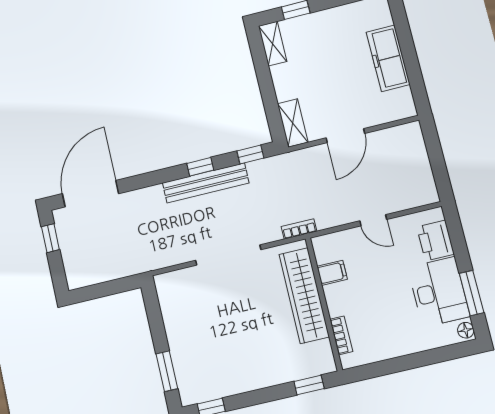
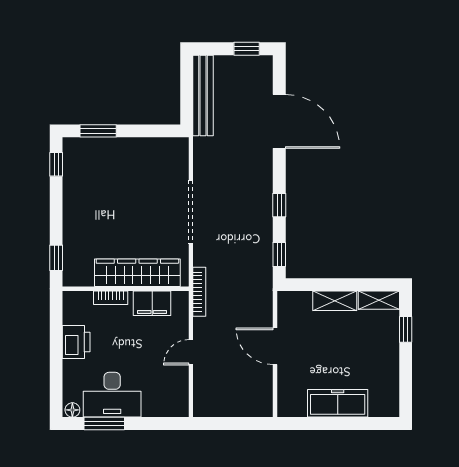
shelving: (293, 123) -> (335, 301), moved
bench: (206, 183) -> (203, 95), moved
door: (91, 194) -> (279, 121), moved
bookcase: (299, 229) -> (199, 292), width x1.56
printer: (435, 240) -> (76, 342), moved, turned 90
filing cabinet: (332, 273) -> (152, 303), width x2.00
bookcase: (341, 335) -> (111, 298), moved

